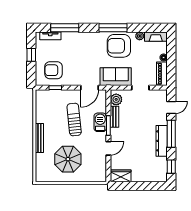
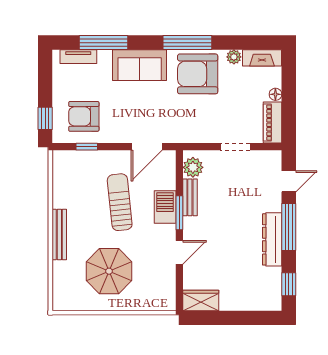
window: (31, 55) -> (45, 118), moved
sofa: (116, 77) -> (140, 65), moved, turned 180

